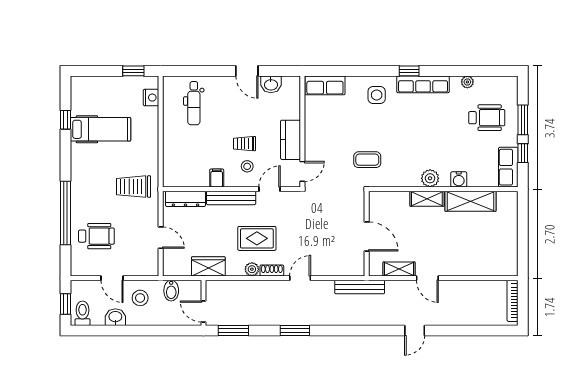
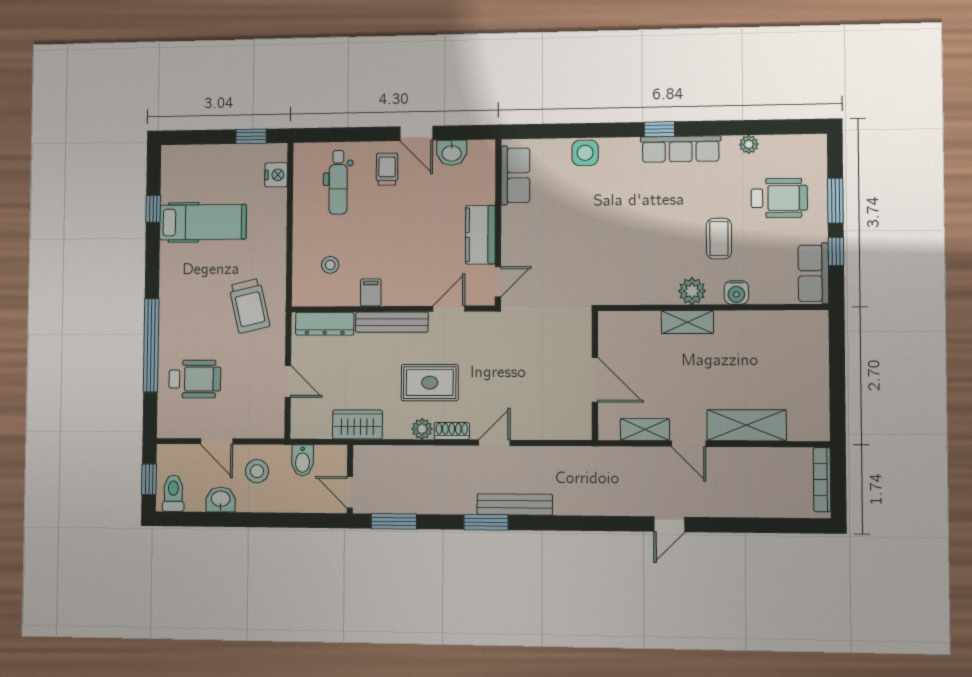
row of seats: (325, 85) -> (515, 175), moved, turned -90
side table: (377, 95) -> (585, 153), moved
trolley: (244, 144) -> (387, 169), moved, turned 90
coffee table: (367, 160) -> (719, 239), moved, turned 90
stool: (247, 166) -> (330, 265), moved
trolley: (134, 187) -> (249, 306), turned -103
shelving: (470, 201) -> (747, 425), moved
bench: (360, 287) -> (515, 504), moved

